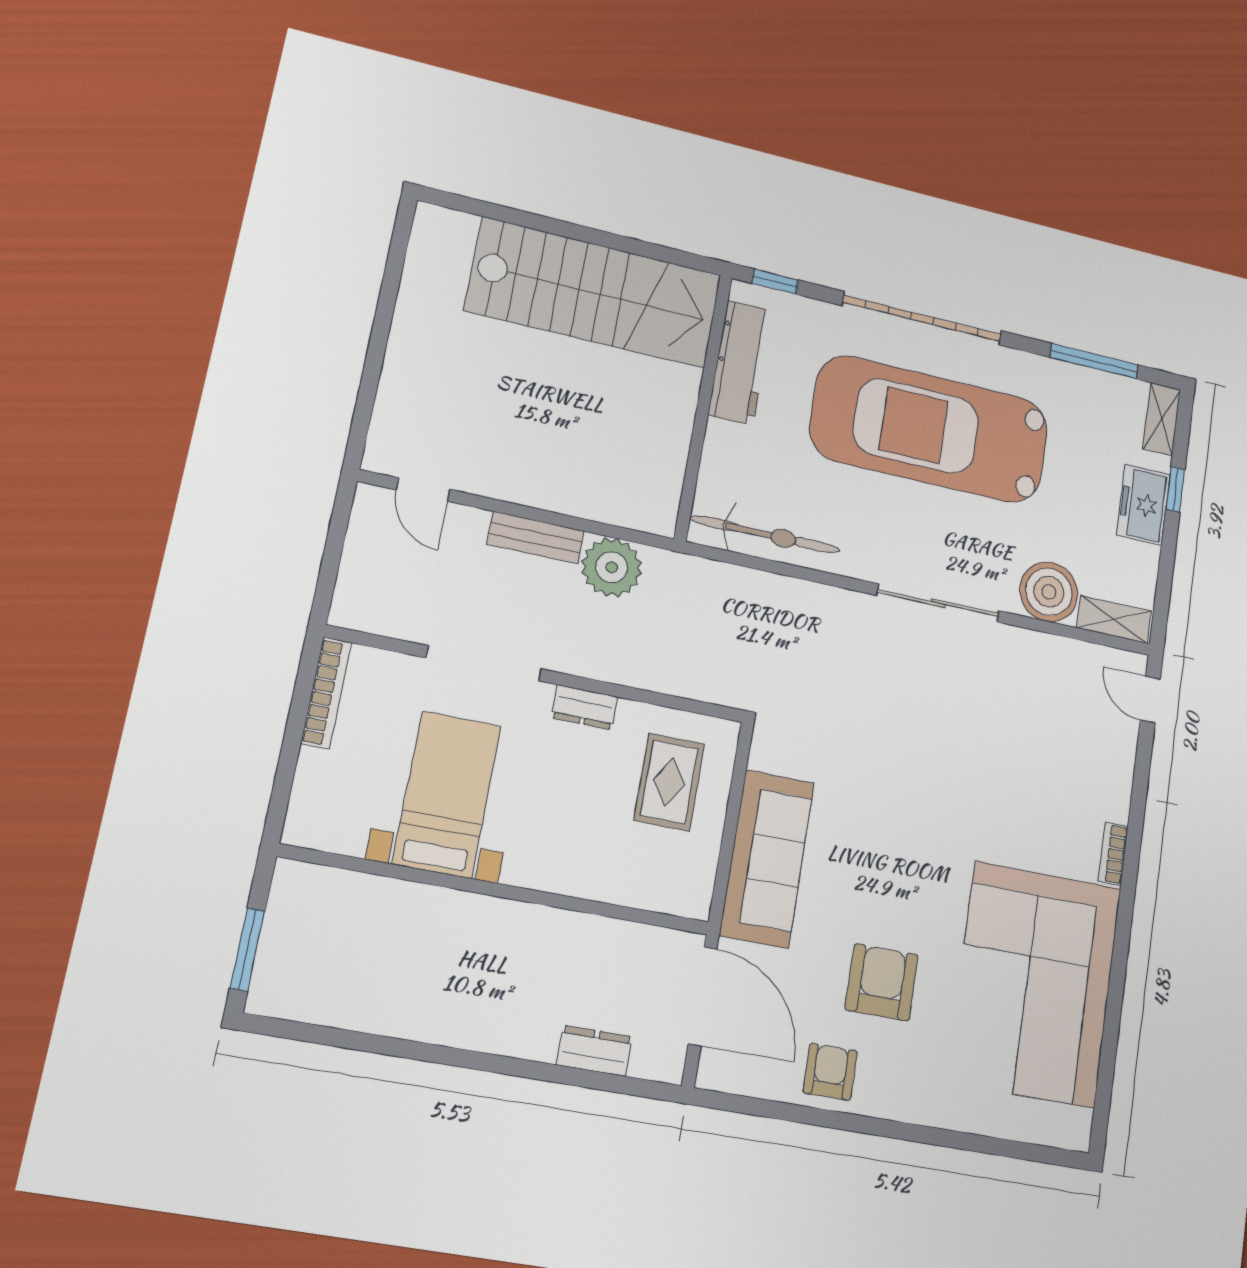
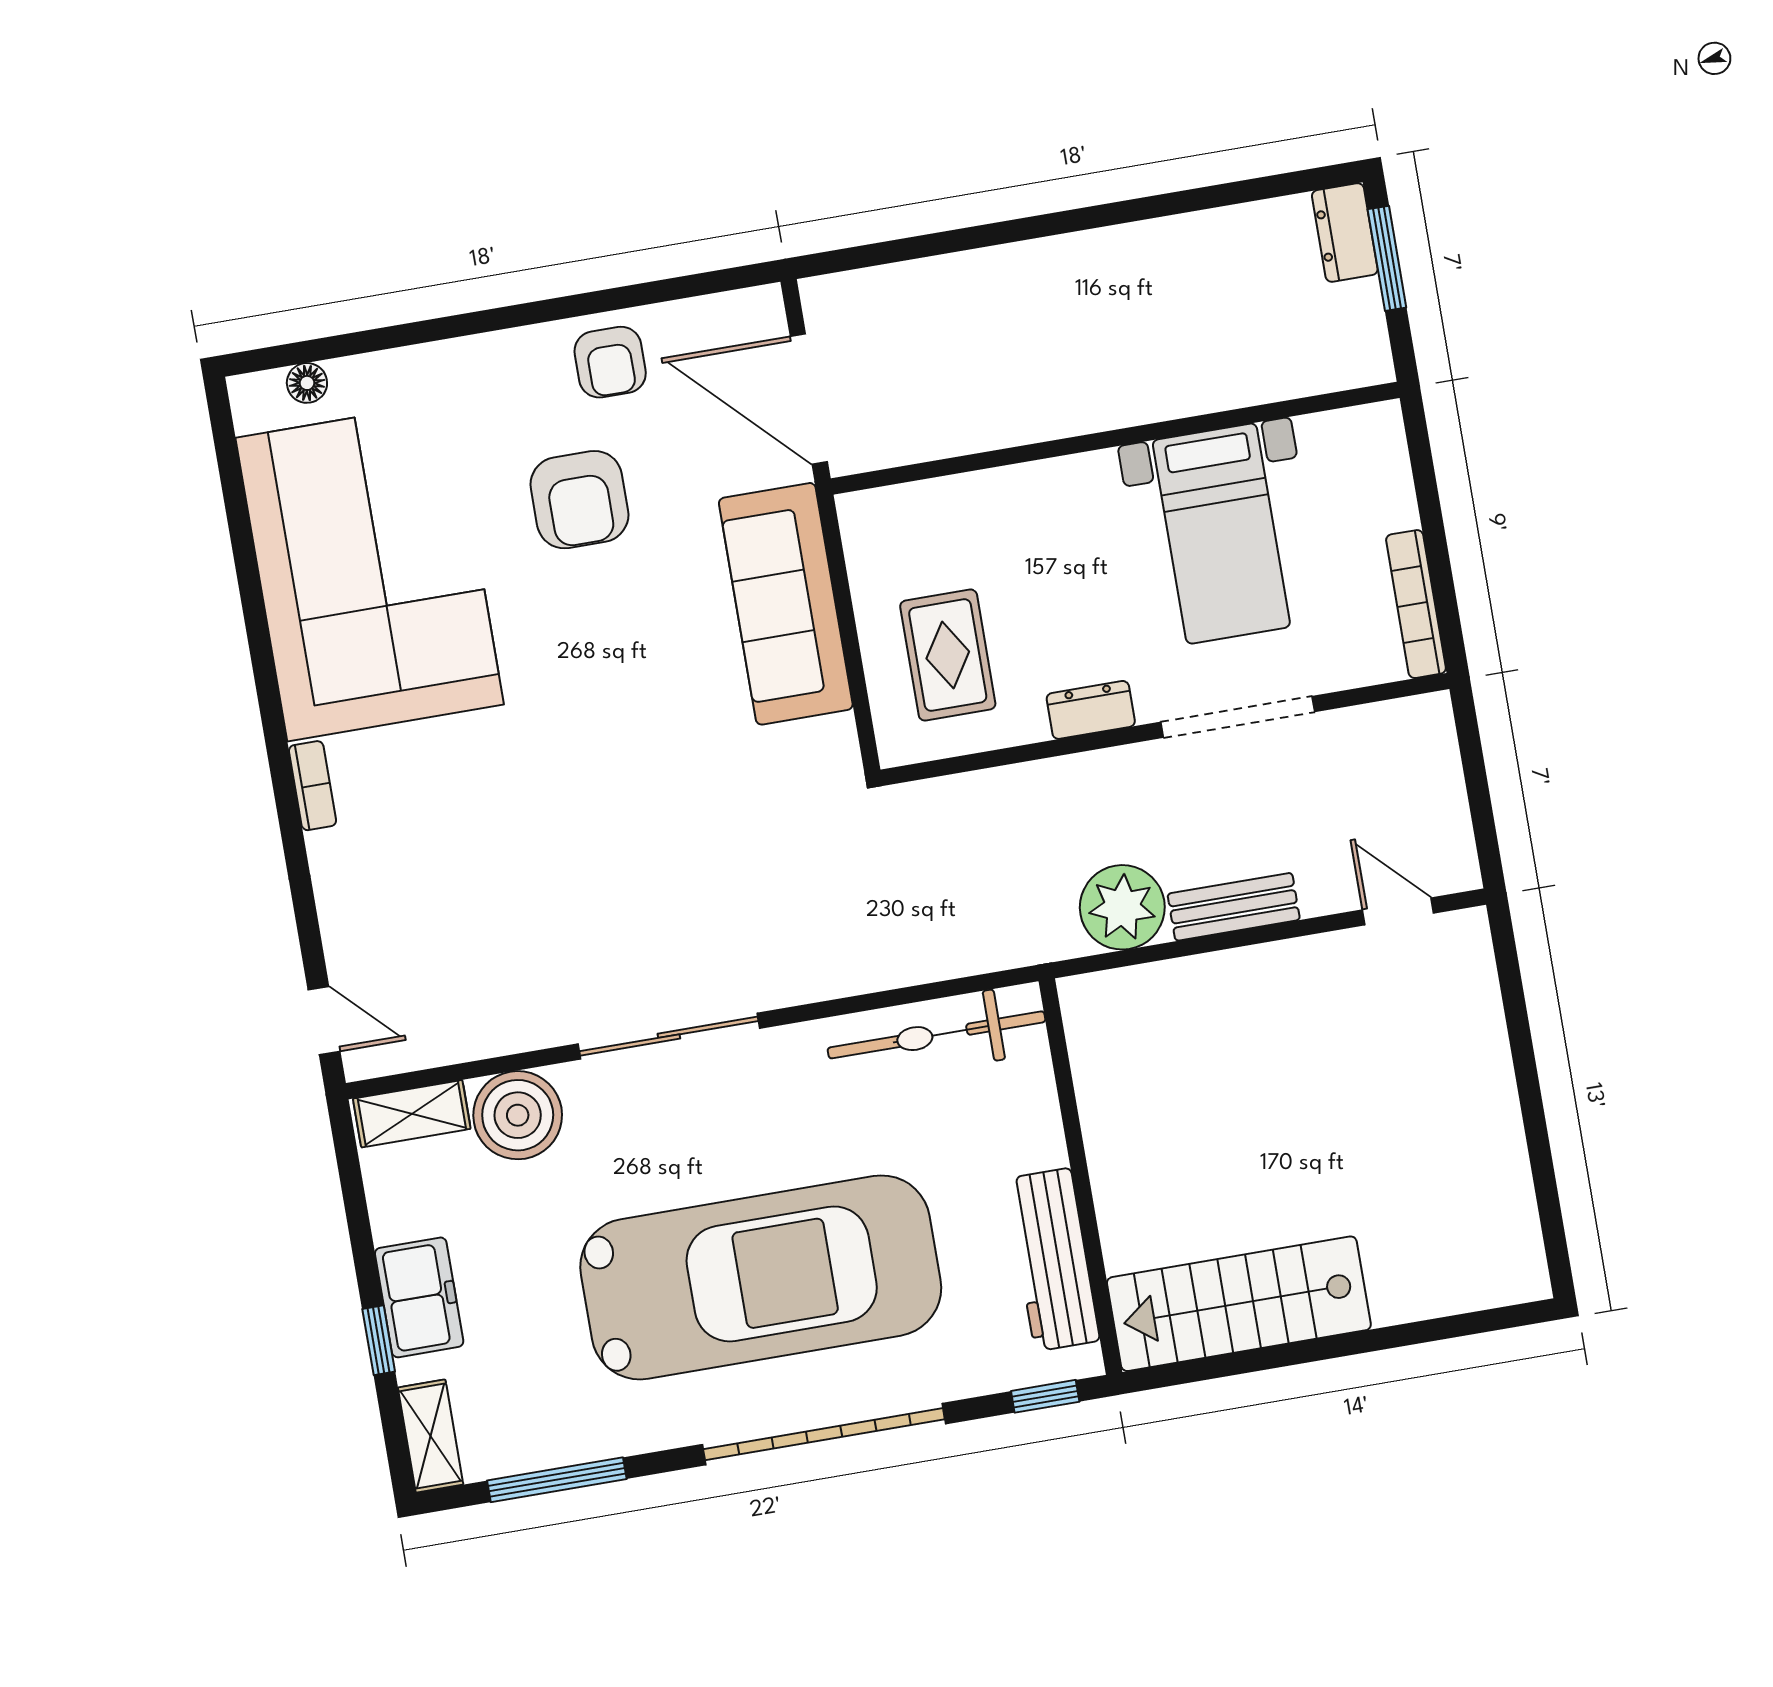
stairs: (594, 293) -> (1239, 1304), width x0.73, depth x0.66
dresser: (594, 1051) -> (1345, 233), moved, turned 90
floor lamp: (1037, 1130) -> (307, 383), added

